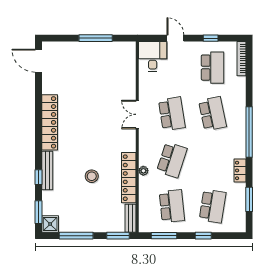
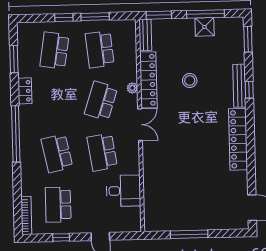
desk: (153, 56) -> (123, 191), moved, turned -90
double door: (137, 114) -> (140, 125), moved
window: (38, 177) -> (249, 90), moved
shower: (50, 224) -> (205, 27), moved
window: (164, 236) -> (95, 17), moved

